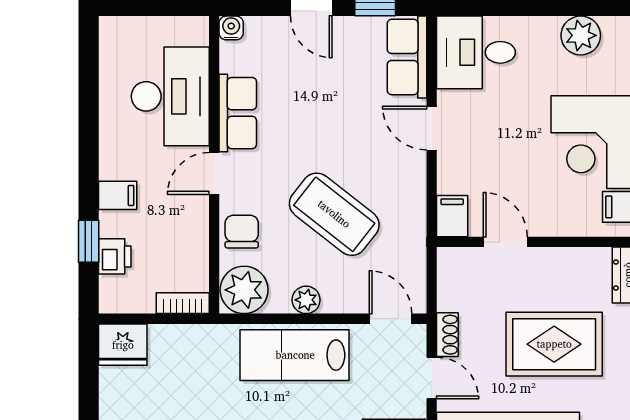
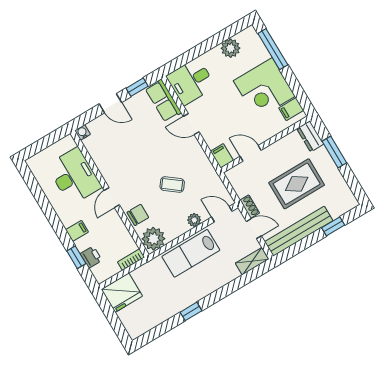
row of seats: (238, 113) -> (107, 166), removed
coffee table: (334, 214) -> (172, 185), width x0.54, depth x0.58
chair: (242, 232) -> (138, 215), turned 90
plant: (306, 300) -> (194, 220), moved
fridge: (123, 345) -> (122, 293), width x1.36, depth x1.34

